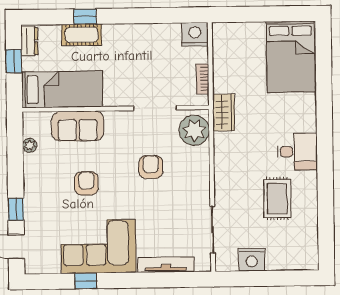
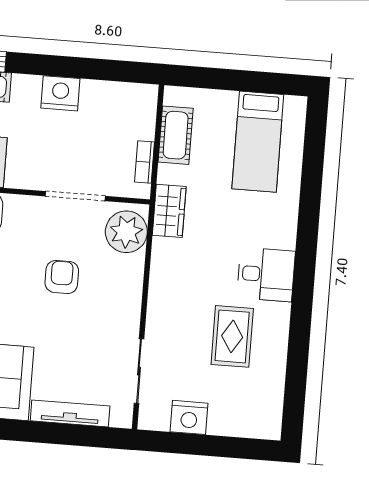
nightstand: (195, 34) -> (60, 93), moved
bed: (291, 57) -> (258, 142), width x0.67
cot: (223, 58) -> (176, 135), added

